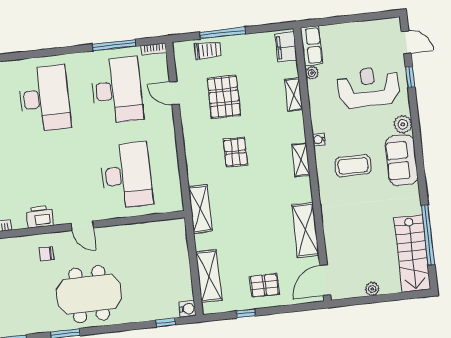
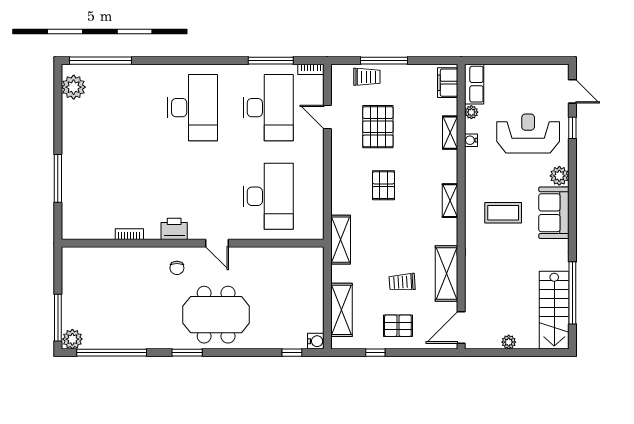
water cooler: (319, 140) -> (471, 140), moved
trolley: (264, 243) -> (402, 282), added
chair: (47, 254) -> (177, 268), turned -90

